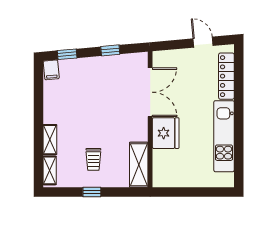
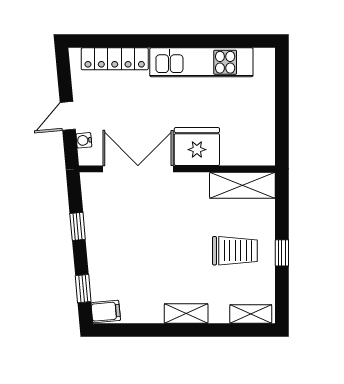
door: (203, 42) -> (68, 116), moved
water cooler: (170, 55) -> (84, 140), added
shelving: (50, 140) -> (186, 314), moved
trolley: (93, 159) -> (235, 251), width x1.36, depth x1.39

